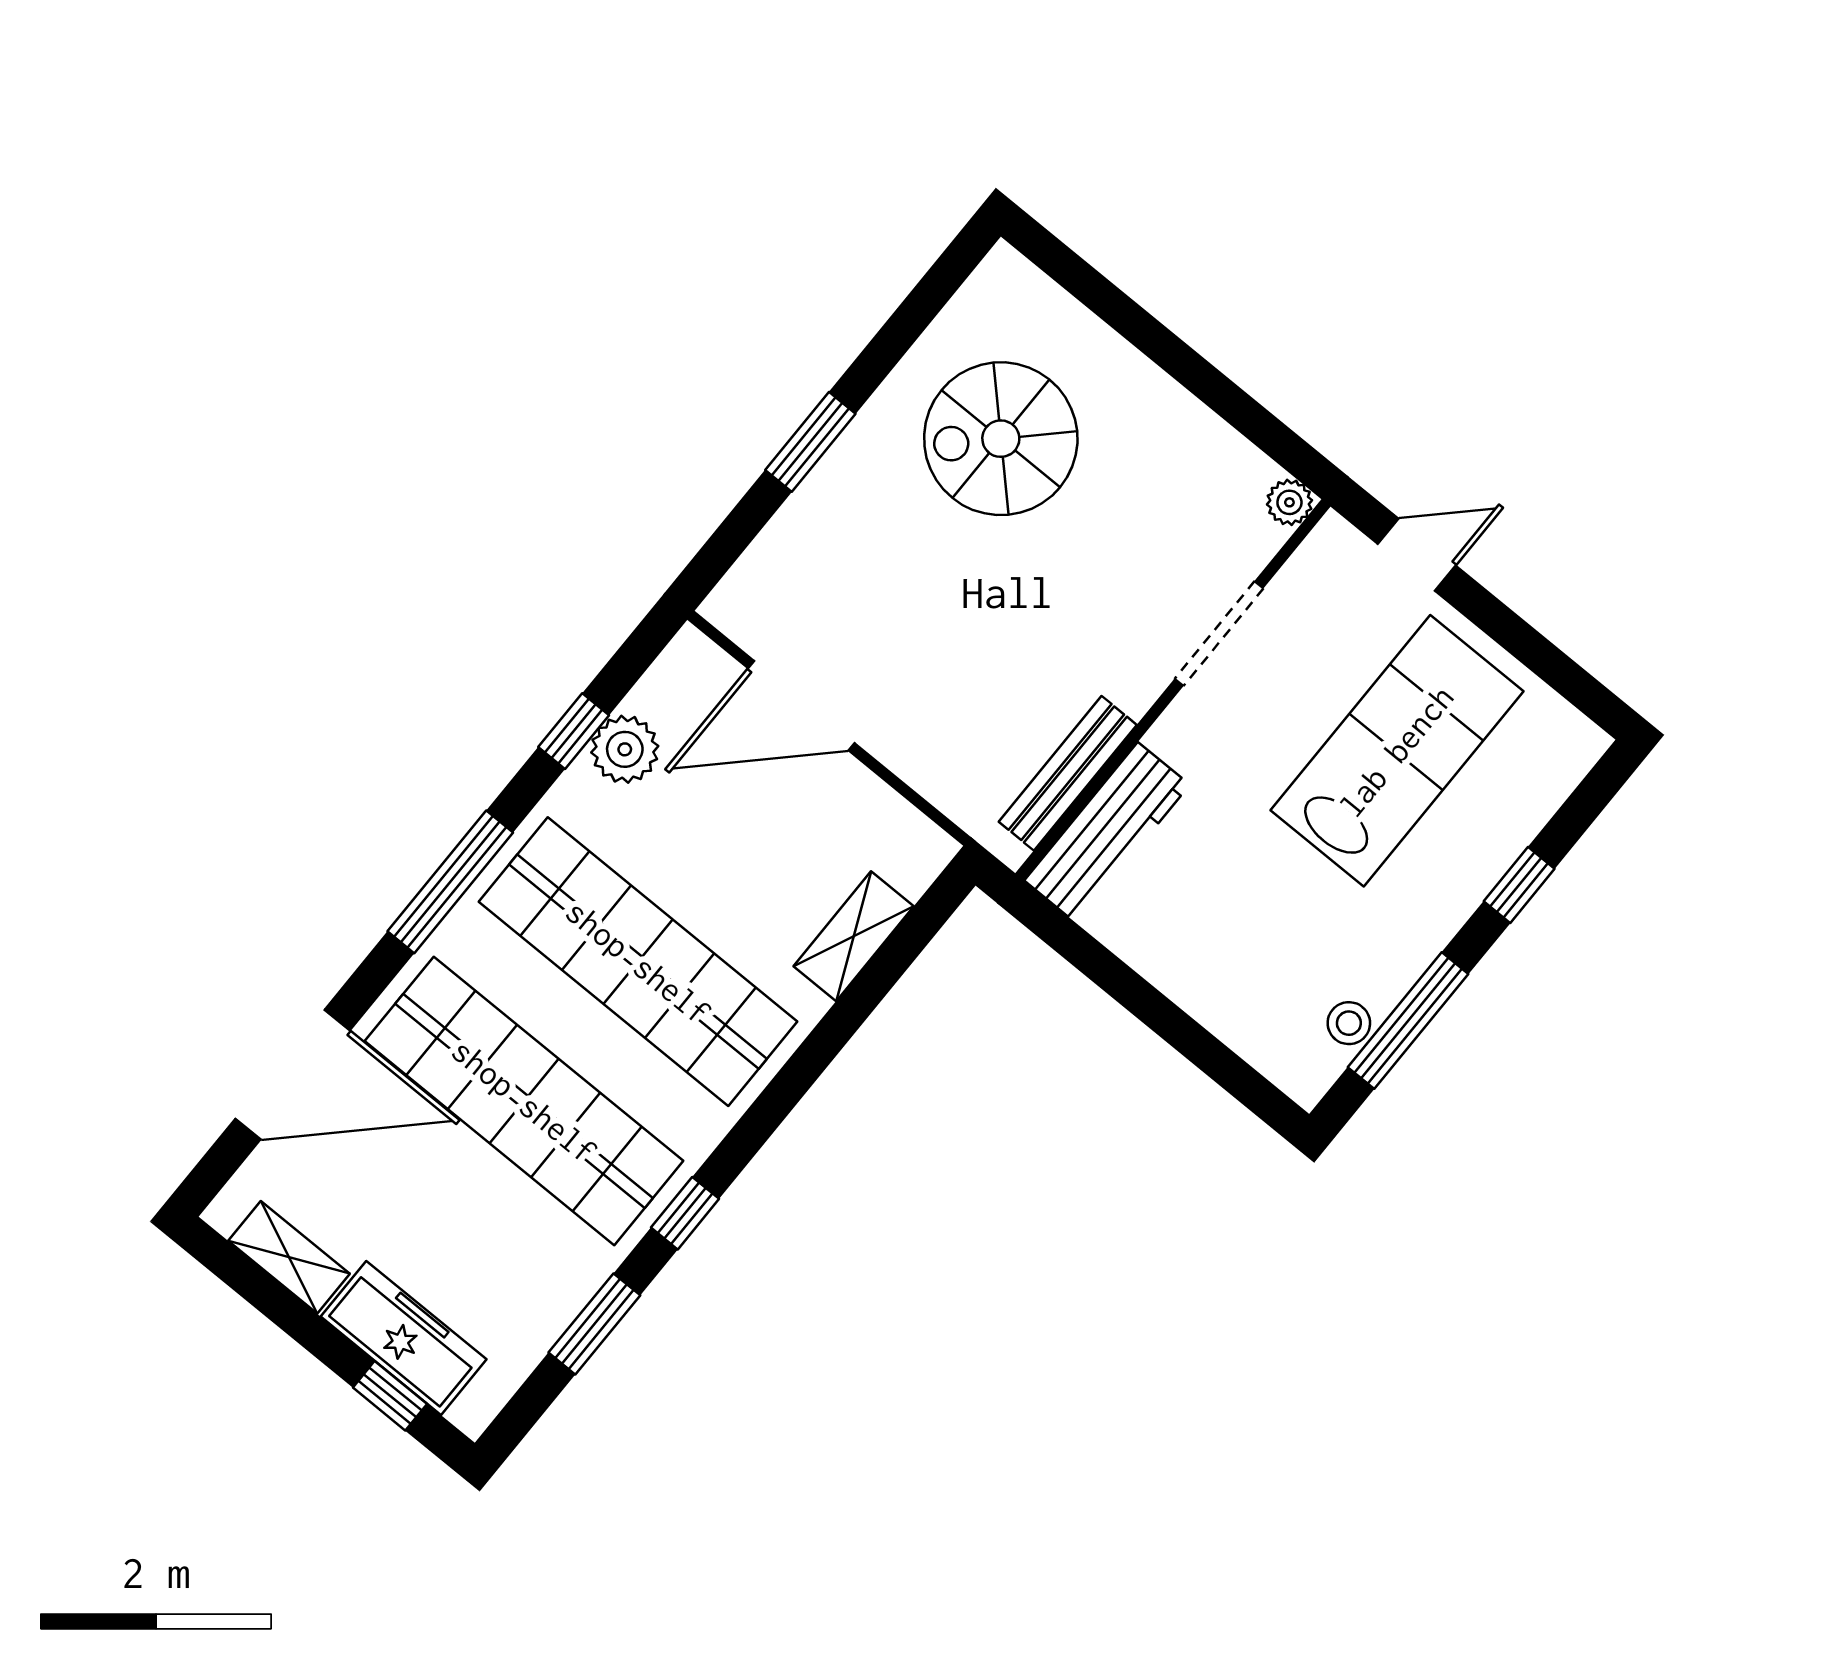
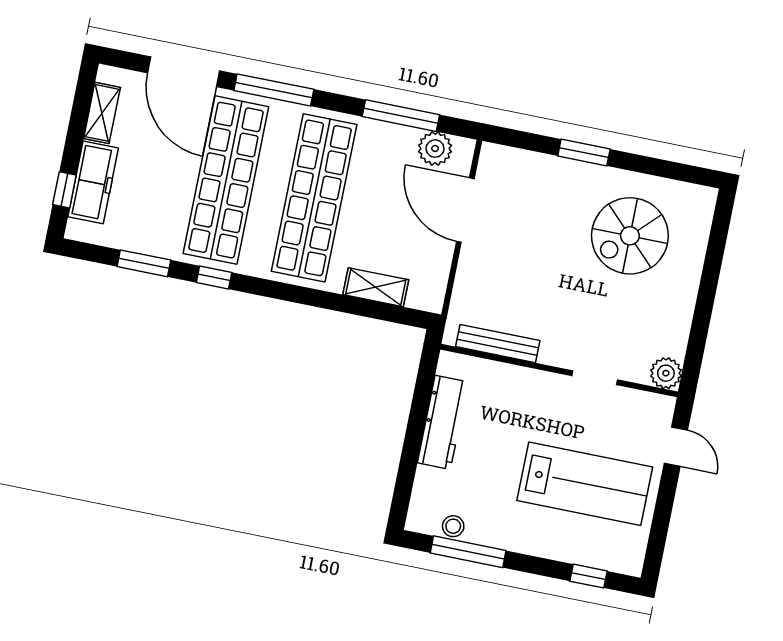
spiral stairs: (1001, 439) -> (630, 236), turned -90
plant: (1289, 502) -> (666, 373), width x1.38, depth x1.38
doorway: (1219, 634) -> (595, 378), width x0.73
window: (574, 731) -> (401, 116), width x2.17
plant: (625, 749) -> (435, 149), moved
workbench: (1107, 833) -> (443, 422), moved, turned -90
window: (450, 882) -> (274, 90), moved
window: (1519, 885) -> (589, 576), moved

